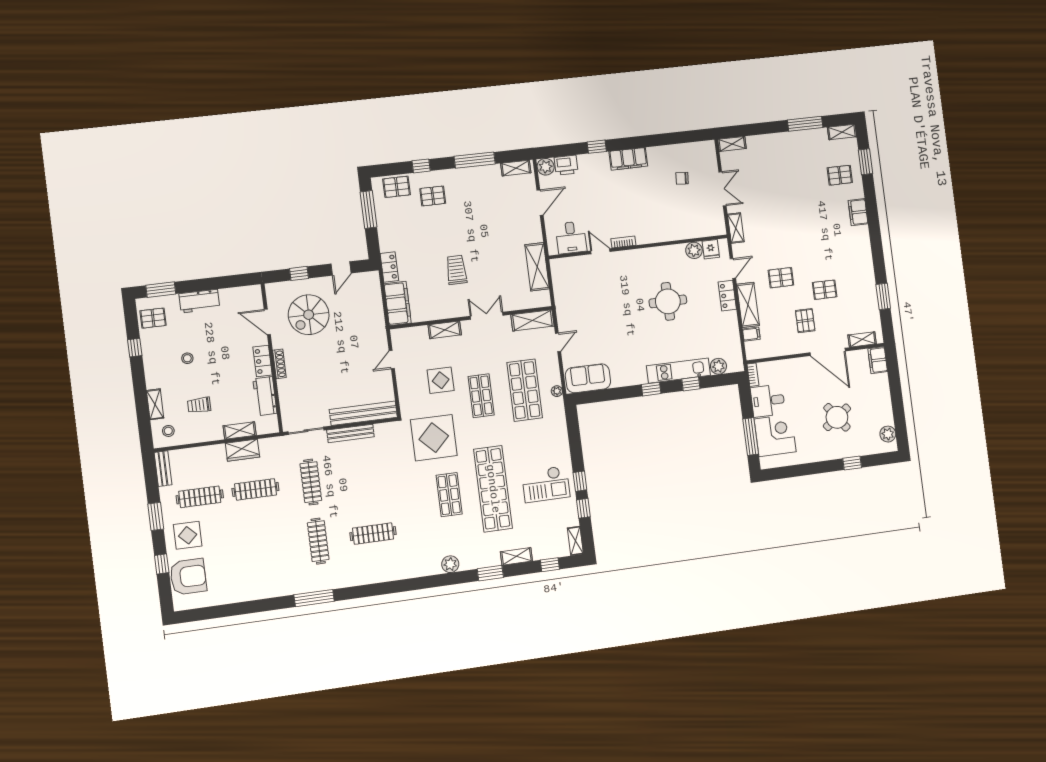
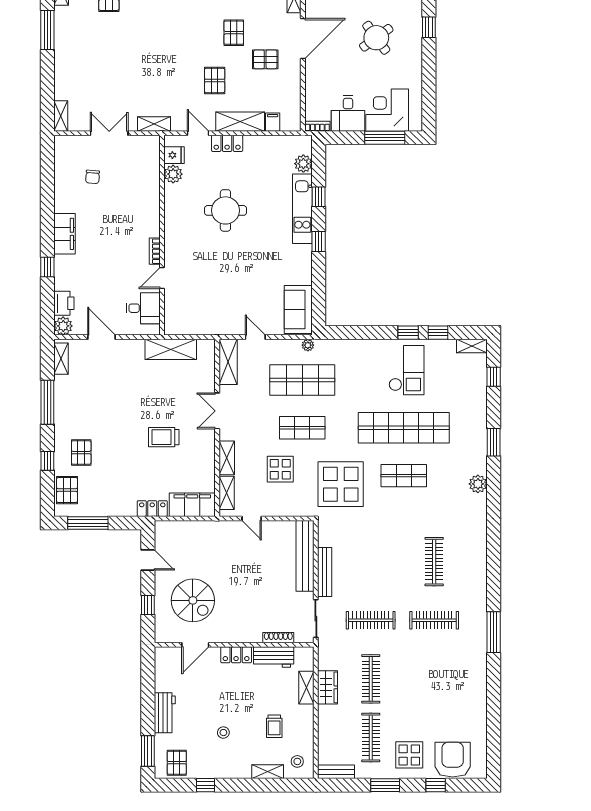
shoe rack: (279, 364) -> (278, 638), moved
shelving: (516, 556) -> (227, 493), moved

